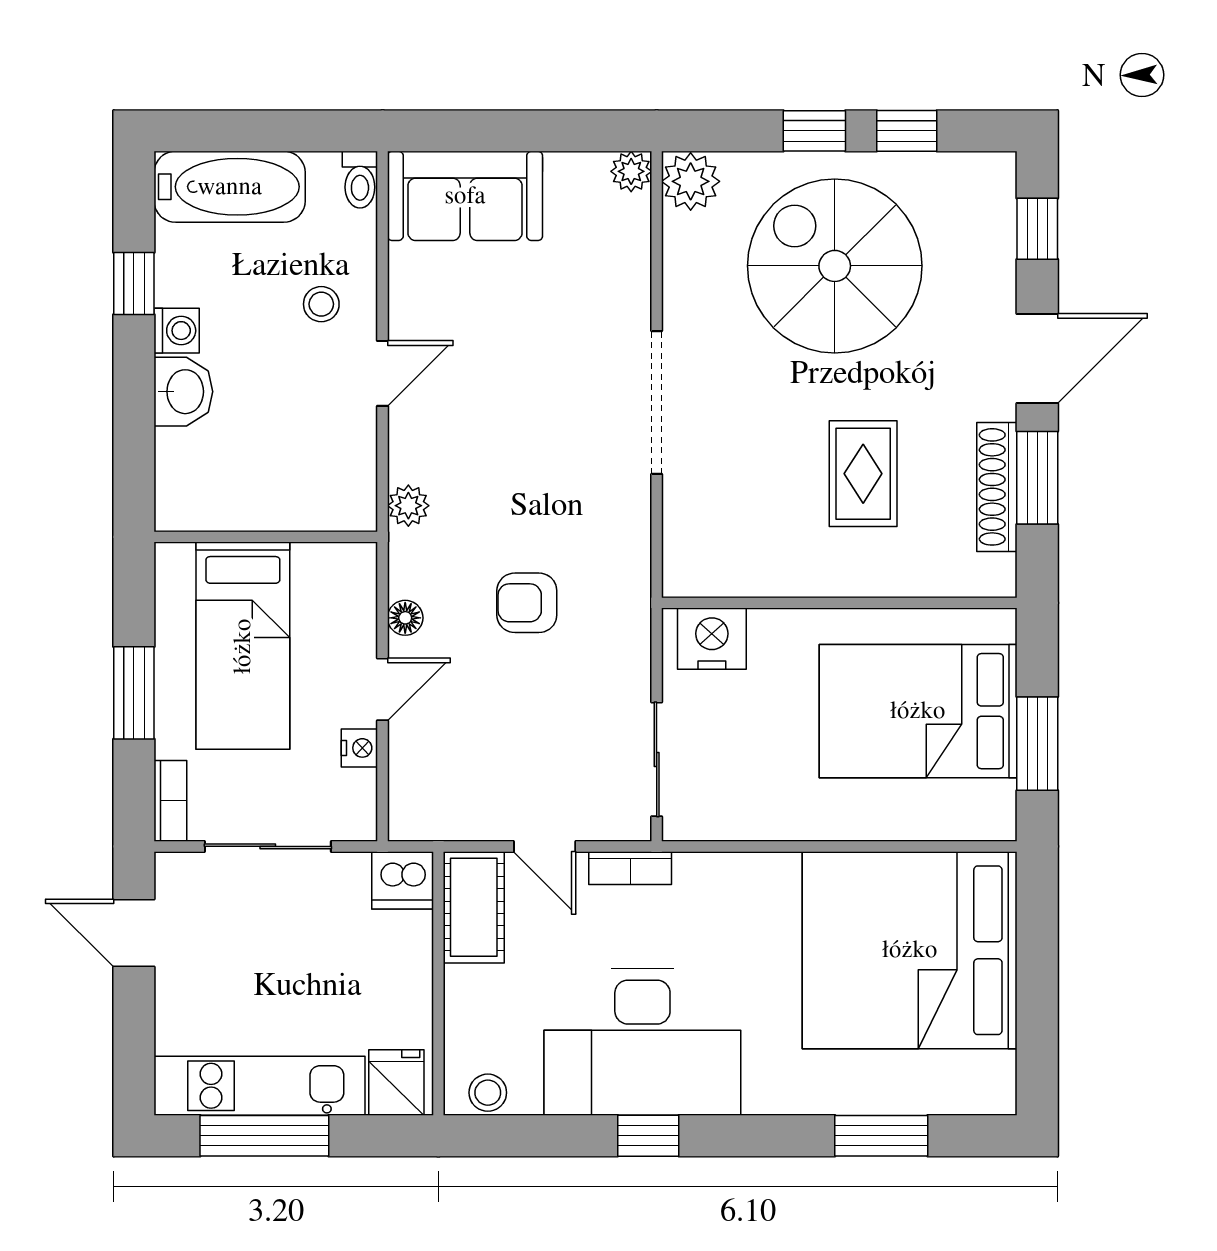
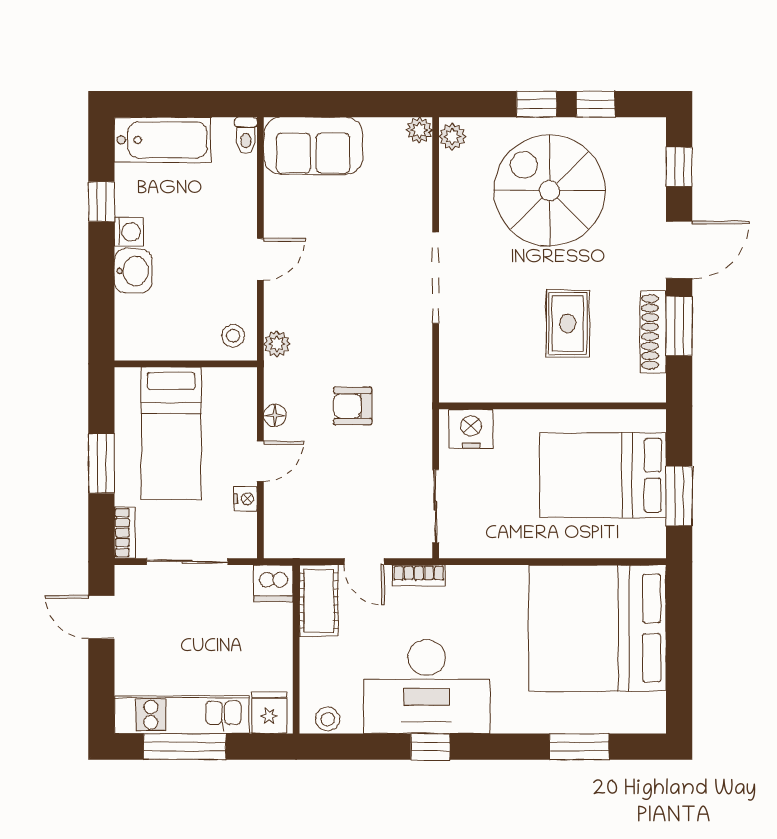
plant: (691, 181) -> (452, 137), width x0.73, depth x0.73
stool: (321, 304) -> (233, 336), moved

